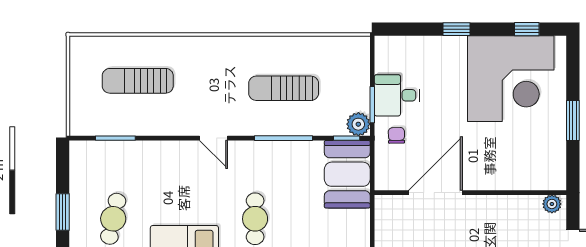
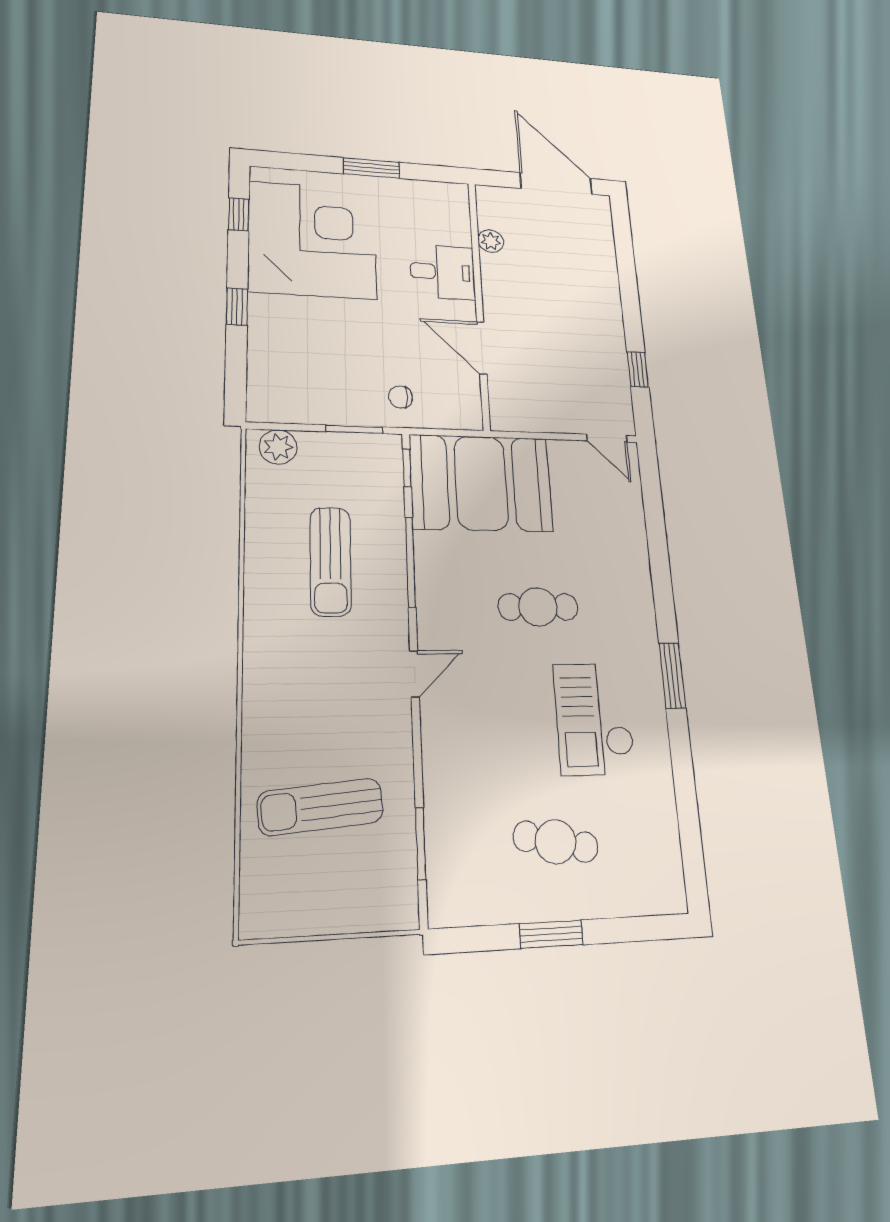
sun lounger: (138, 81) -> (320, 807), turned 85
desk: (397, 95) -> (443, 272), moved, turned -90
plant: (358, 124) -> (278, 447), moved
booth: (347, 174) -> (481, 483), width x1.36, depth x1.42
door: (435, 193) -> (482, 348), width x0.73
plant: (552, 204) -> (491, 241), moved

